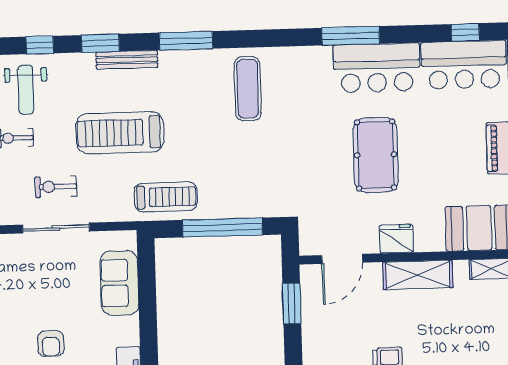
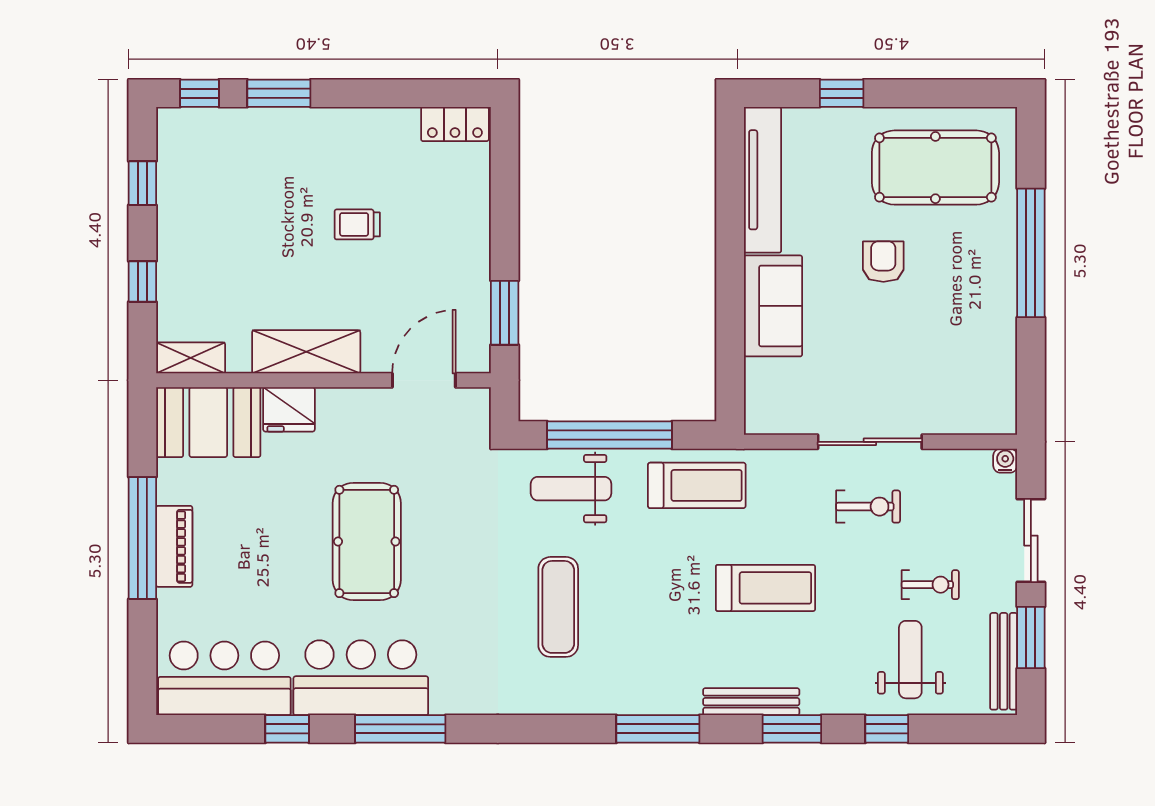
window: (465, 32) -> (287, 729), moved
exercise mat: (248, 89) -> (558, 607), moved
treadmill: (120, 133) -> (766, 588), width x0.73, depth x0.73
weight bench: (246, 193) -> (571, 489), added
treadmill: (166, 197) -> (697, 485), turned 180
fridge: (396, 239) -> (289, 409), moved
sofa: (120, 283) -> (773, 306), moved

